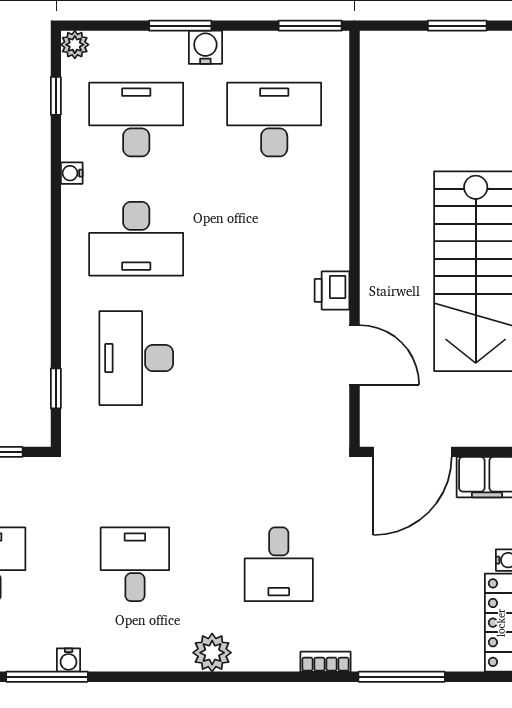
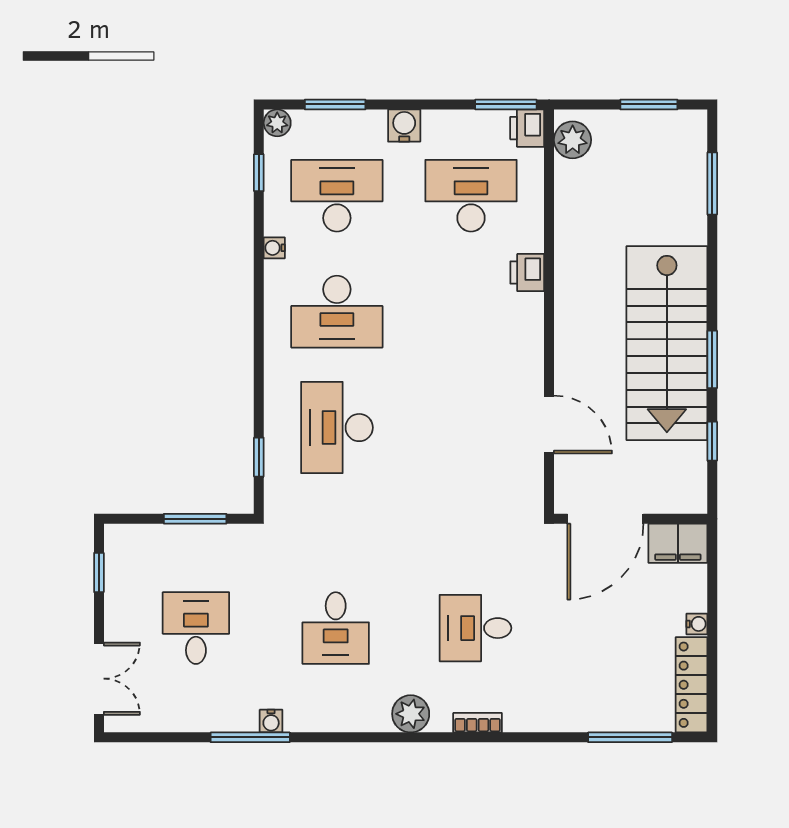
window: (180, 26) -> (335, 104), moved
printer: (332, 50) -> (527, 128), added
plant: (379, 62) -> (573, 140), added
printer: (332, 290) -> (527, 273), moved
desk: (135, 564) -> (336, 628), turned 180
desk: (279, 564) -> (475, 628), turned 90
bookcase: (326, 662) -> (478, 723), moved
window: (402, 677) -> (630, 737), moved

